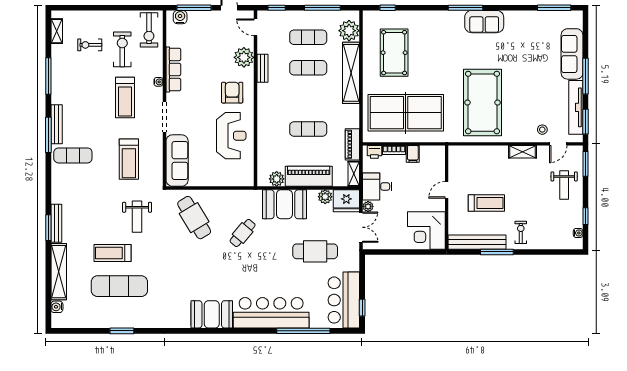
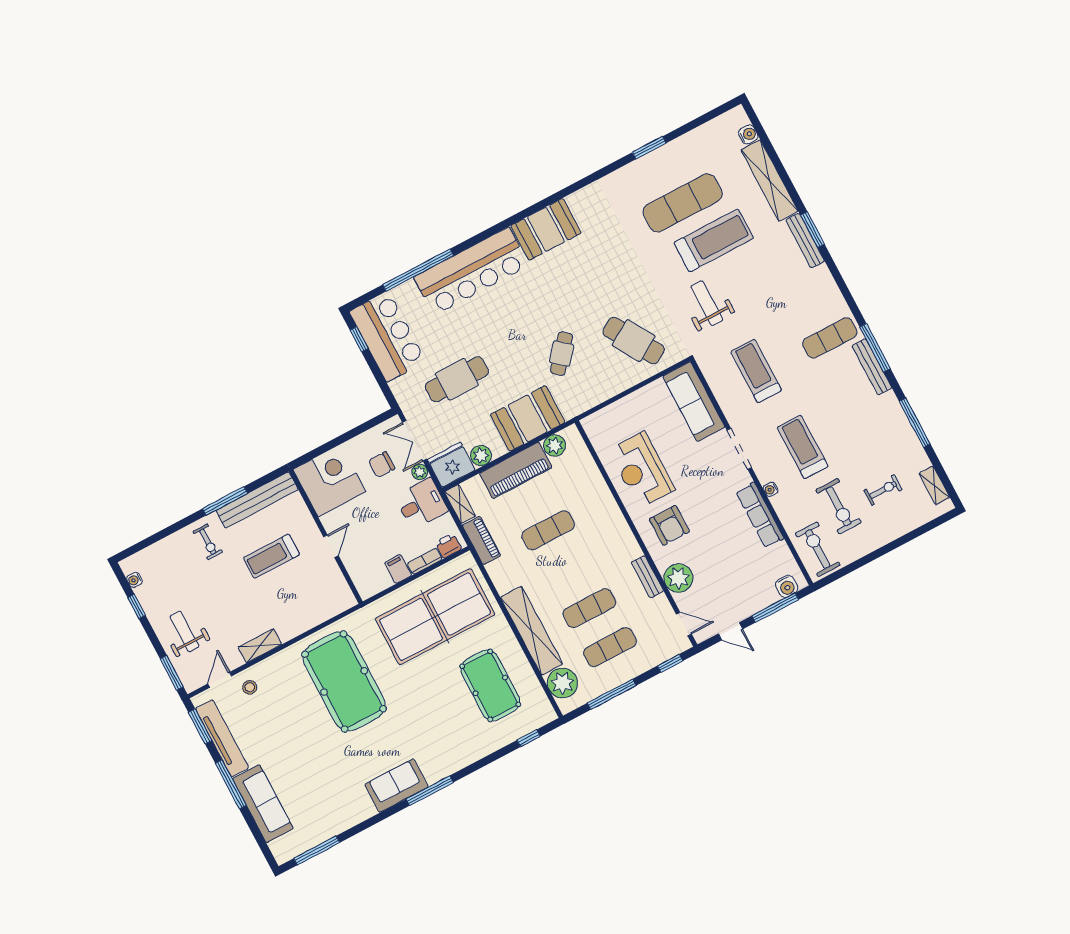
chair: (389, 223) -> (382, 465), added
treadmill: (112, 253) -> (714, 240), width x1.37, depth x1.38

